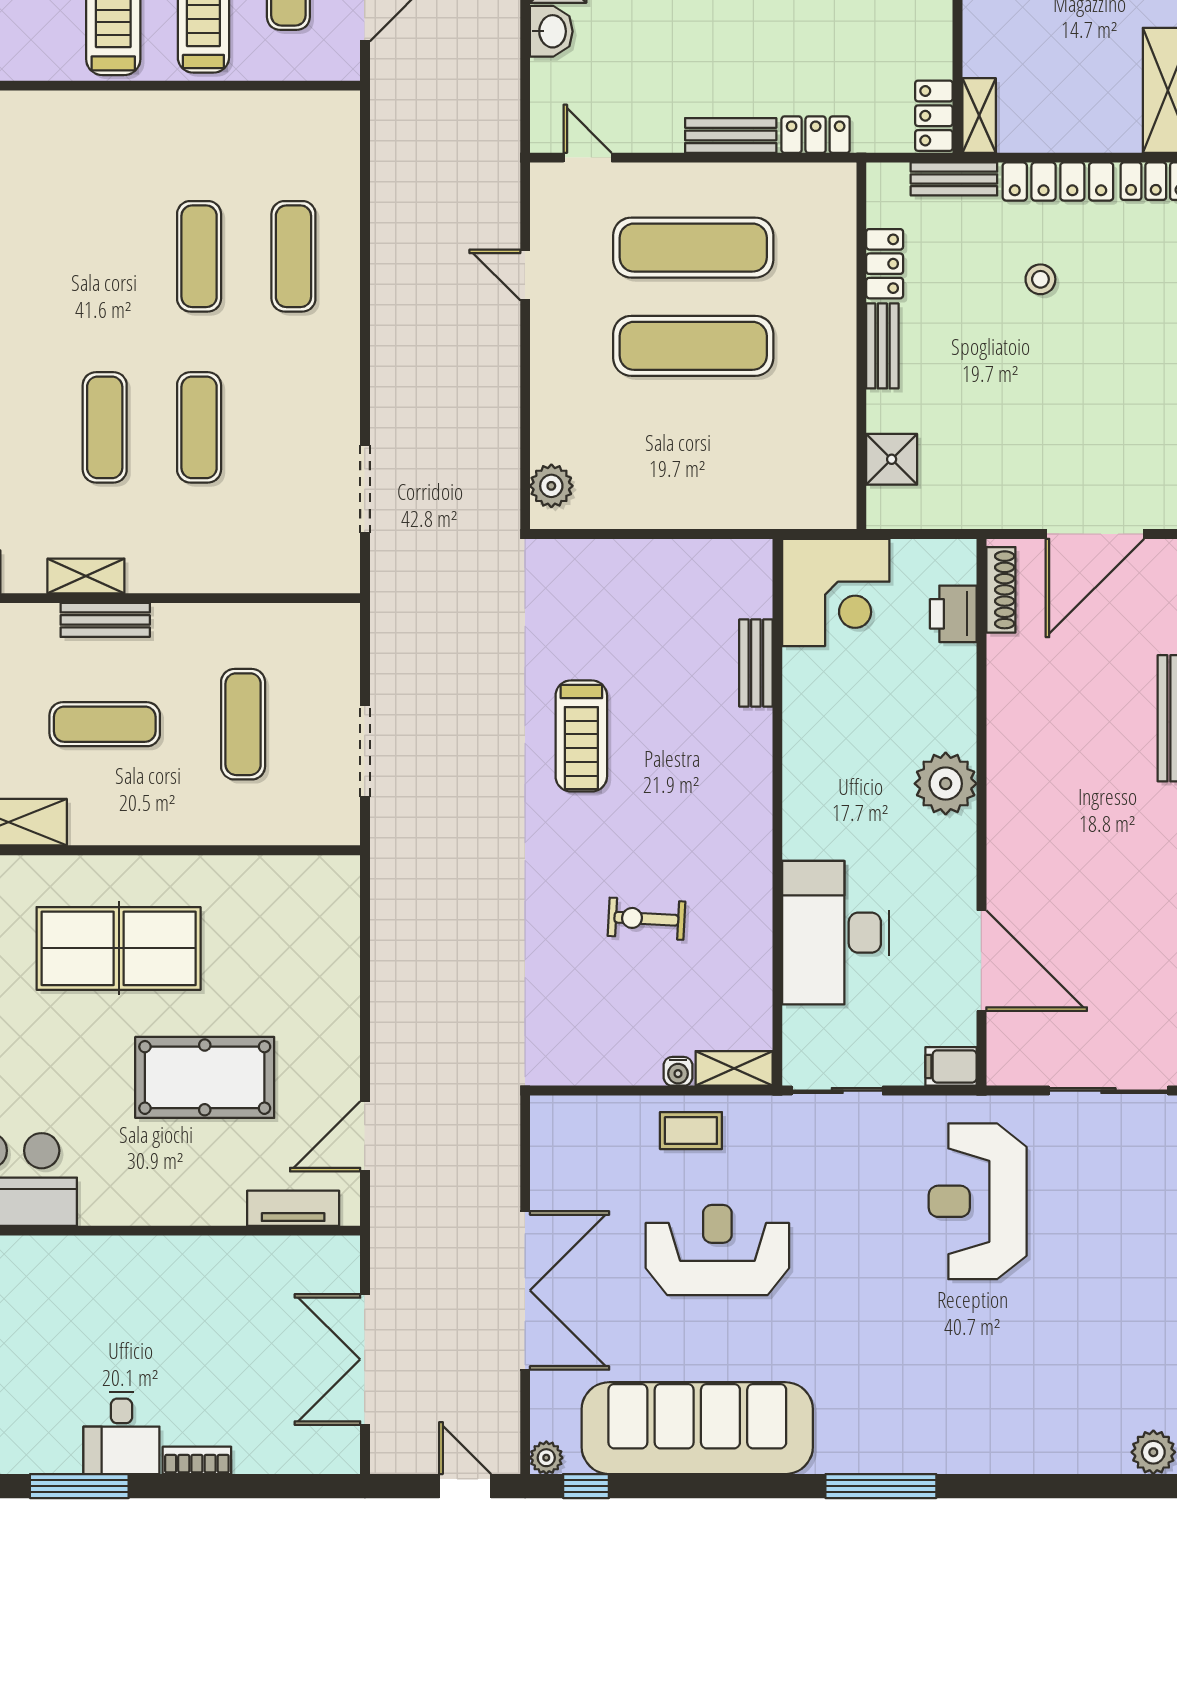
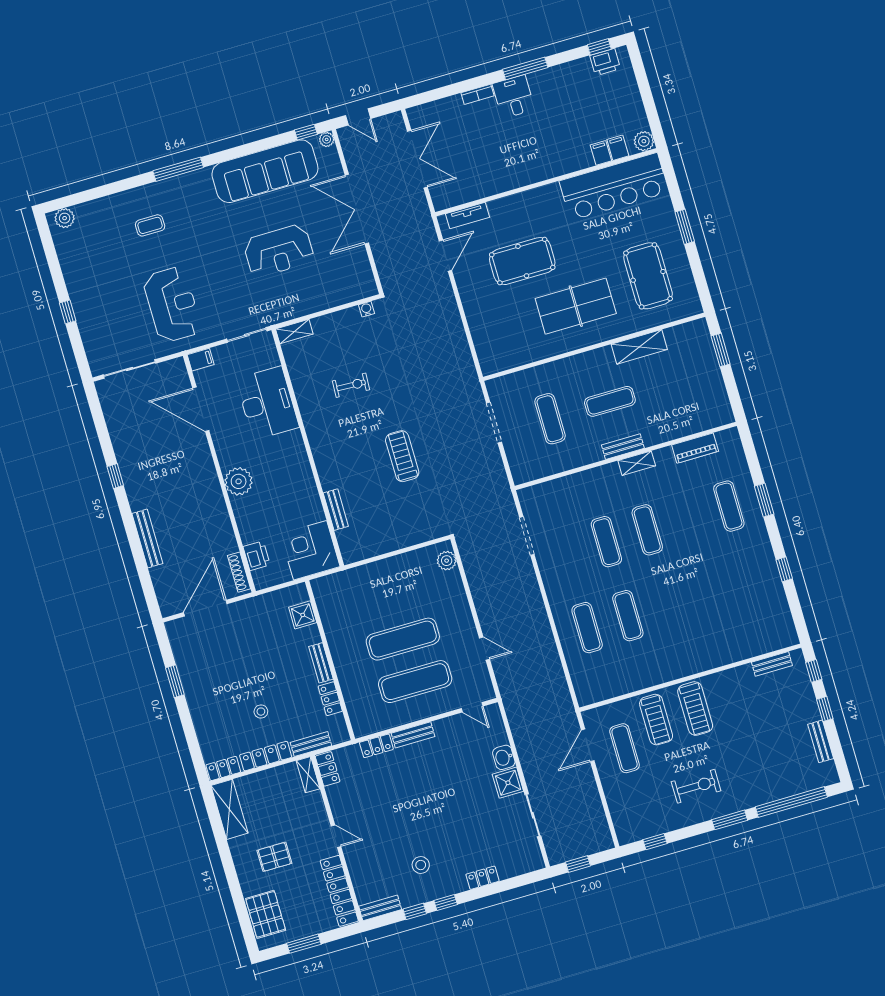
water cooler: (678, 1071) -> (366, 309), moved
coffee table: (691, 1131) -> (150, 225), moved

